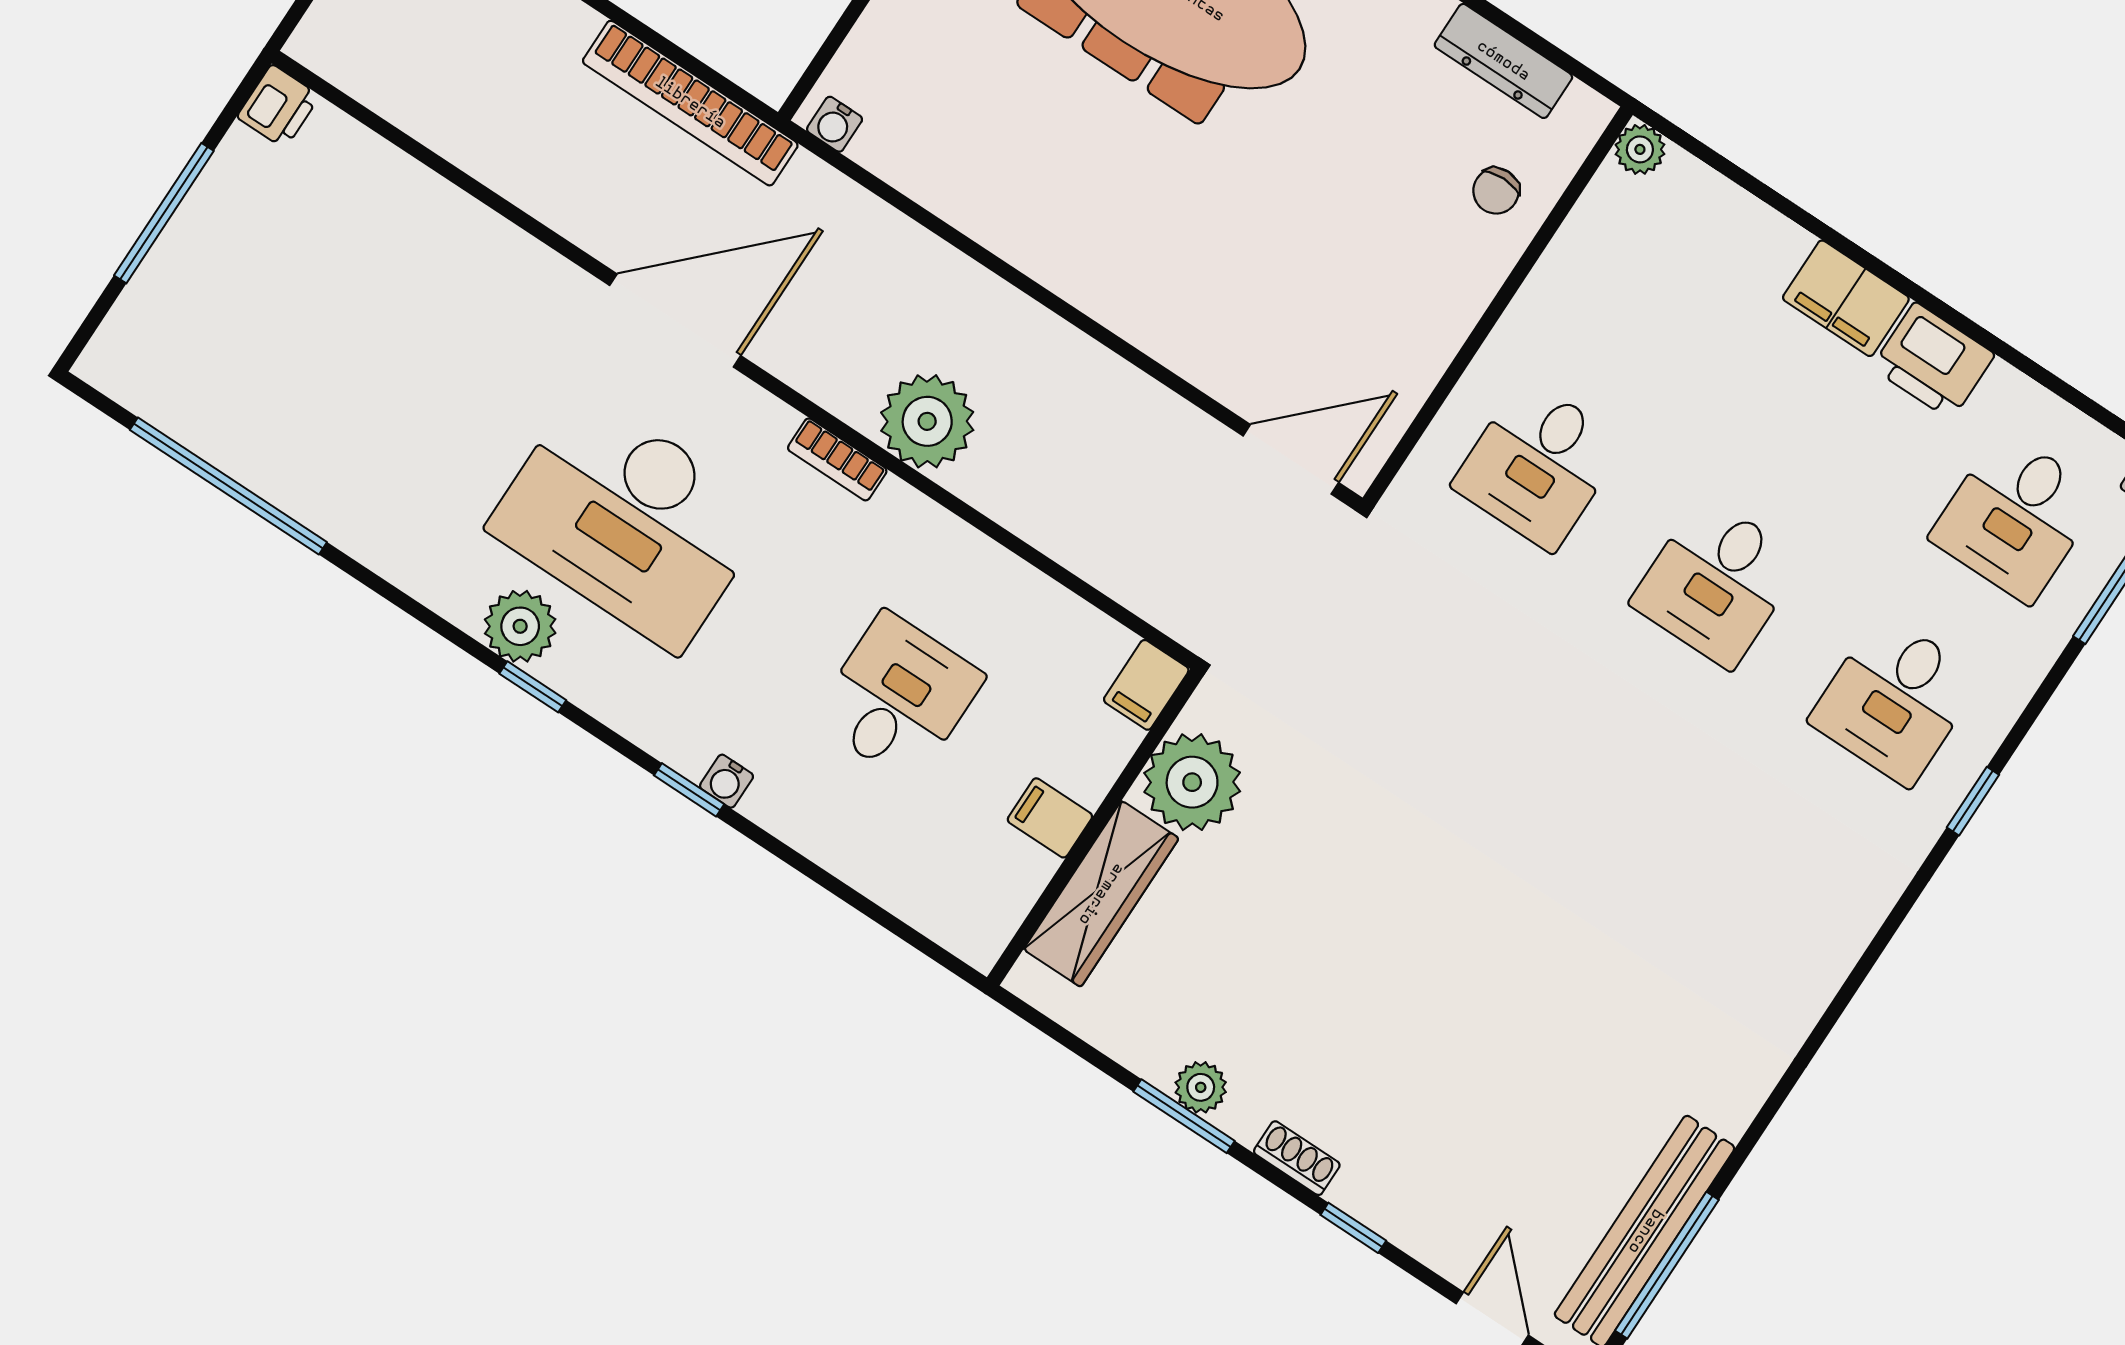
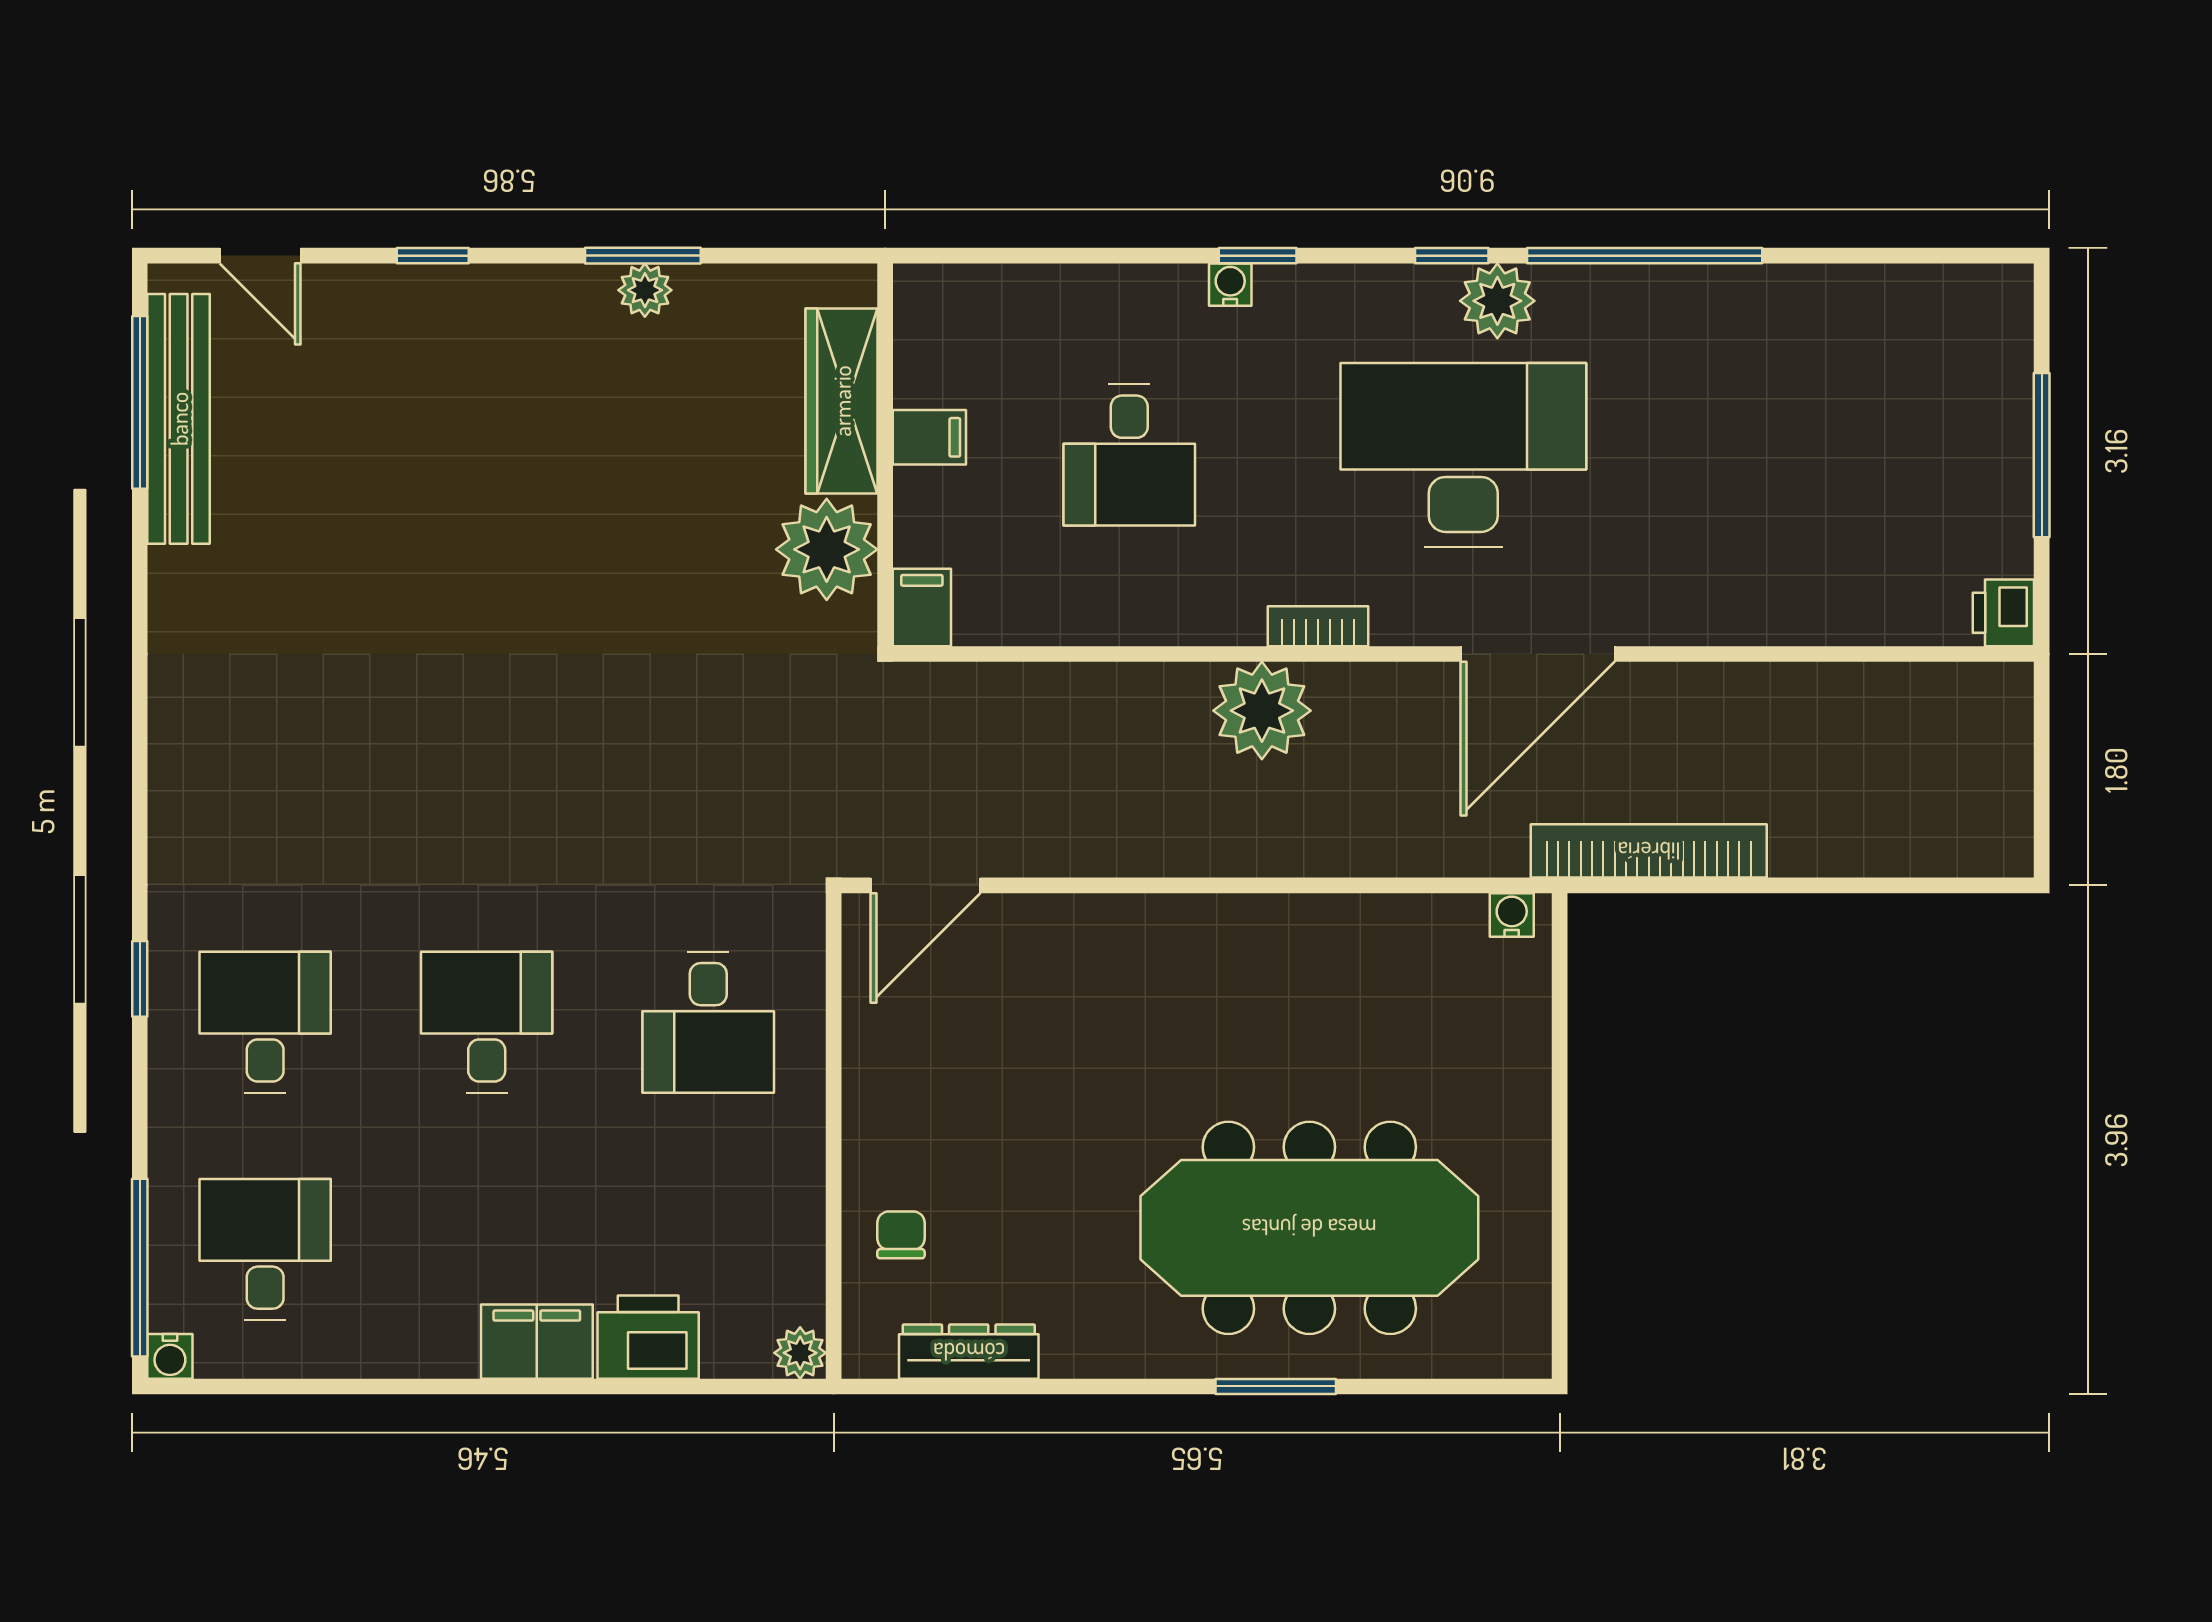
printer: (1933, 361) -> (648, 1337), moved
desk: (1538, 464) -> (708, 1022), turned 180
window: (228, 486) -> (1645, 256), moved
shoe rack: (1297, 1158) -> (521, 284), removed

